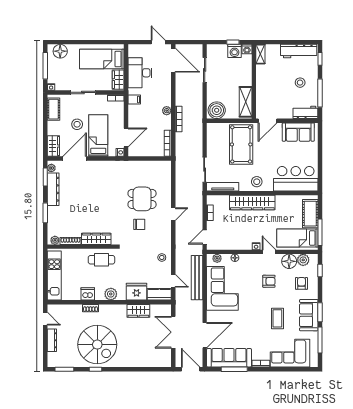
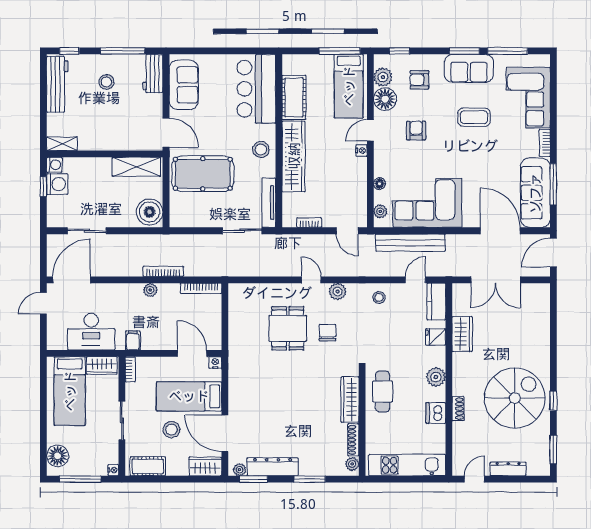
cot: (310, 214) -> (294, 97), moved, turned 90
plant: (166, 231) -> (338, 292), added
fridge: (137, 292) -> (436, 337), width x0.53, depth x0.75

